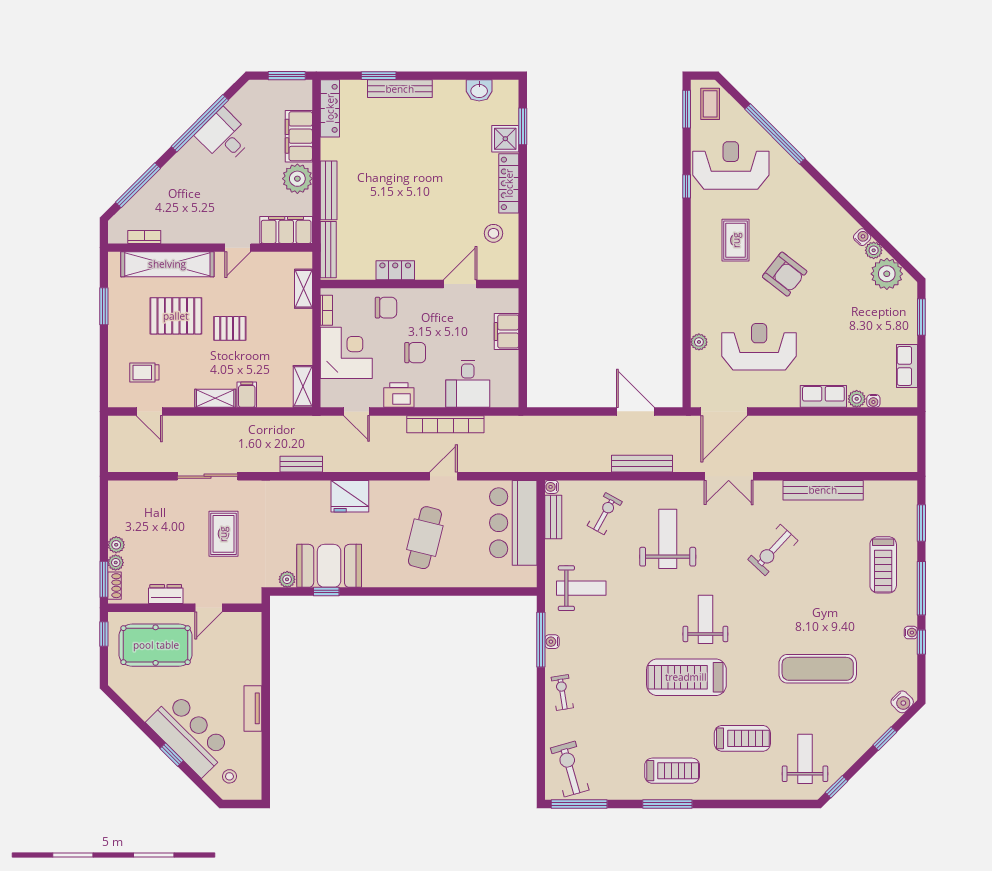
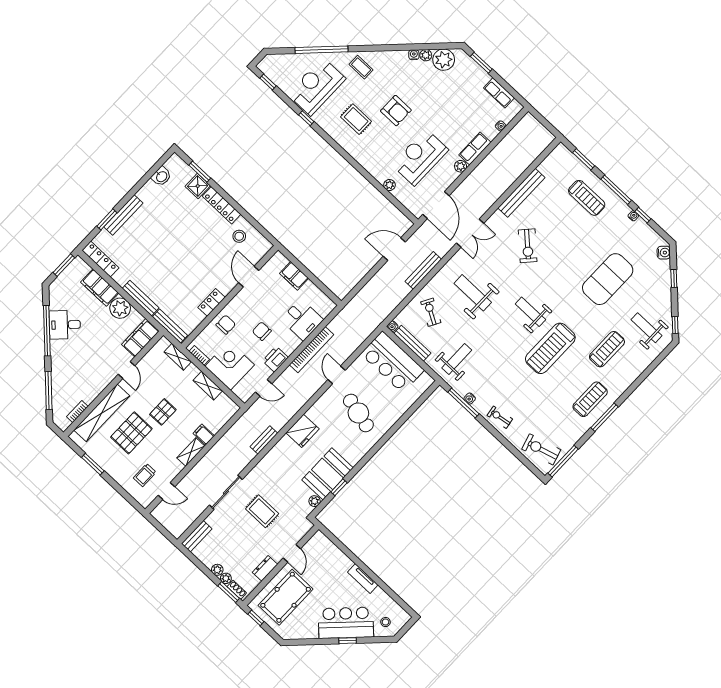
coffee table: (710, 104) -> (361, 67), moved
window: (687, 109) -> (268, 82), width x0.67
armchair: (785, 274) -> (396, 111), turned 52
chair: (415, 353) -> (262, 331), turned -90
shelving: (303, 386) -> (208, 386), moved
plant: (857, 399) -> (461, 166), moved
bench: (131, 489) -> (197, 536), added
bench: (553, 517) -> (412, 343), width x1.36
exercise mat: (818, 669) -> (608, 279), width x1.47

